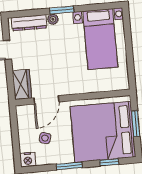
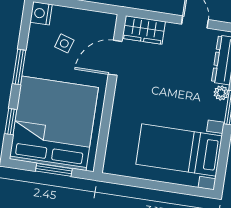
door: (46, 100) -> (115, 58), hinge flipped

